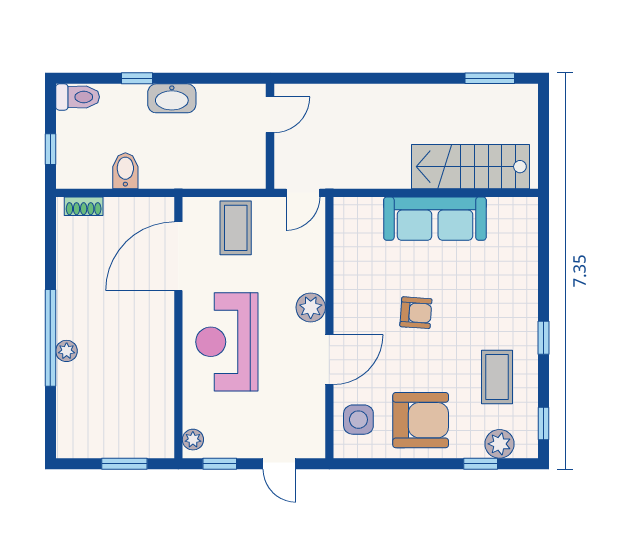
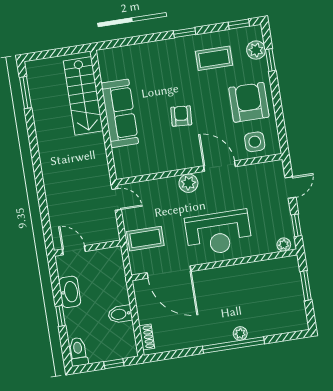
door: (270, 115) -> (74, 250), moved
wall: (270, 136) -> (87, 248), moved

